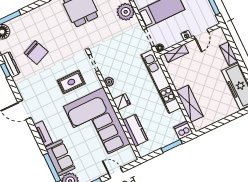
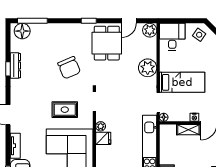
chair: (36, 52) -> (69, 68), moved
shelving: (176, 53) -> (188, 130), moved
fridge: (121, 102) -> (103, 138), moved

